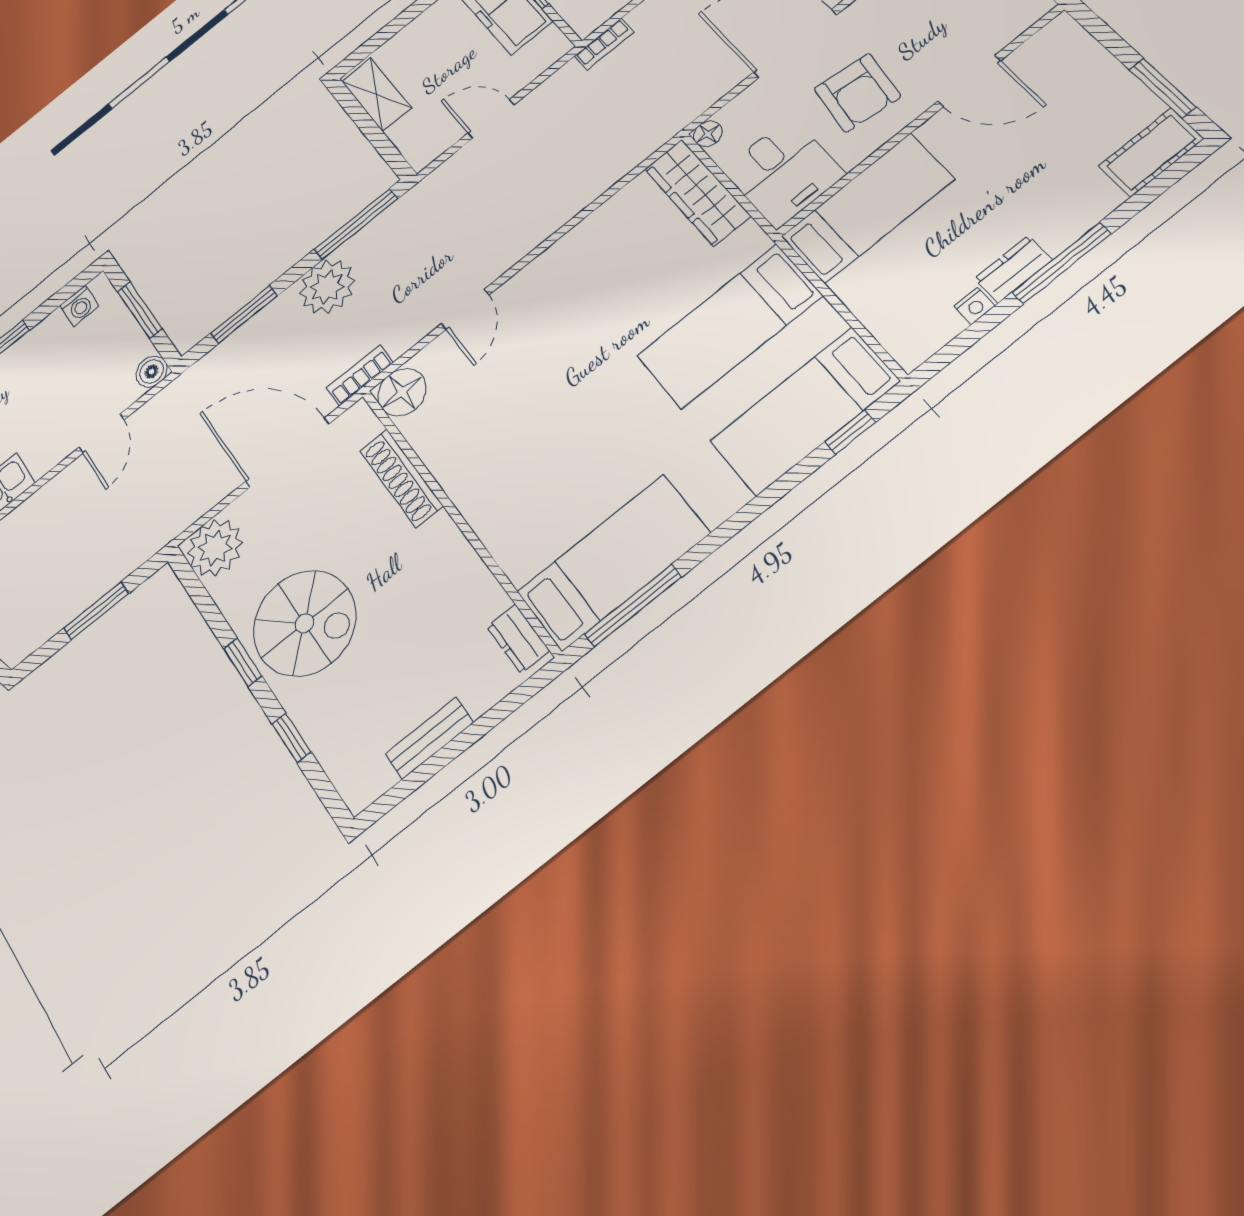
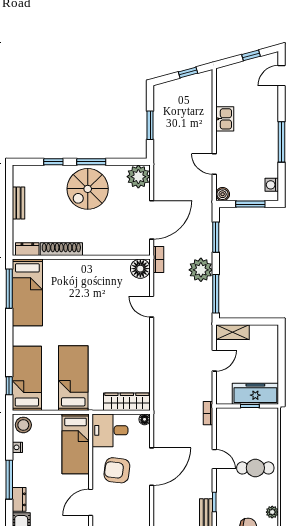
shelving: (377, 95) -> (232, 332), moved
dresser: (1013, 269) -> (19, 499), moved
stool: (914, 335) -> (23, 425), added
shoe rack: (401, 478) -> (61, 249), moved
window: (243, 662) -> (91, 162), width x1.50

